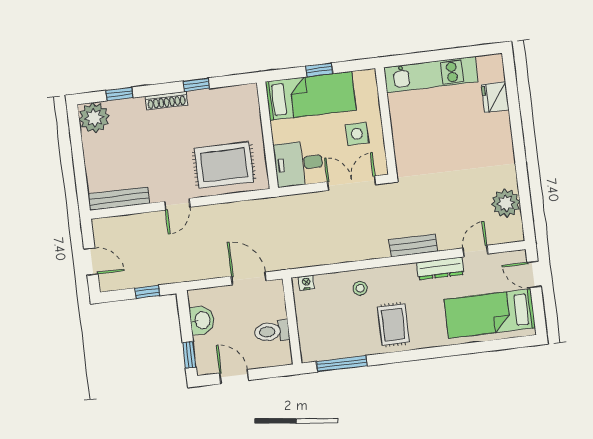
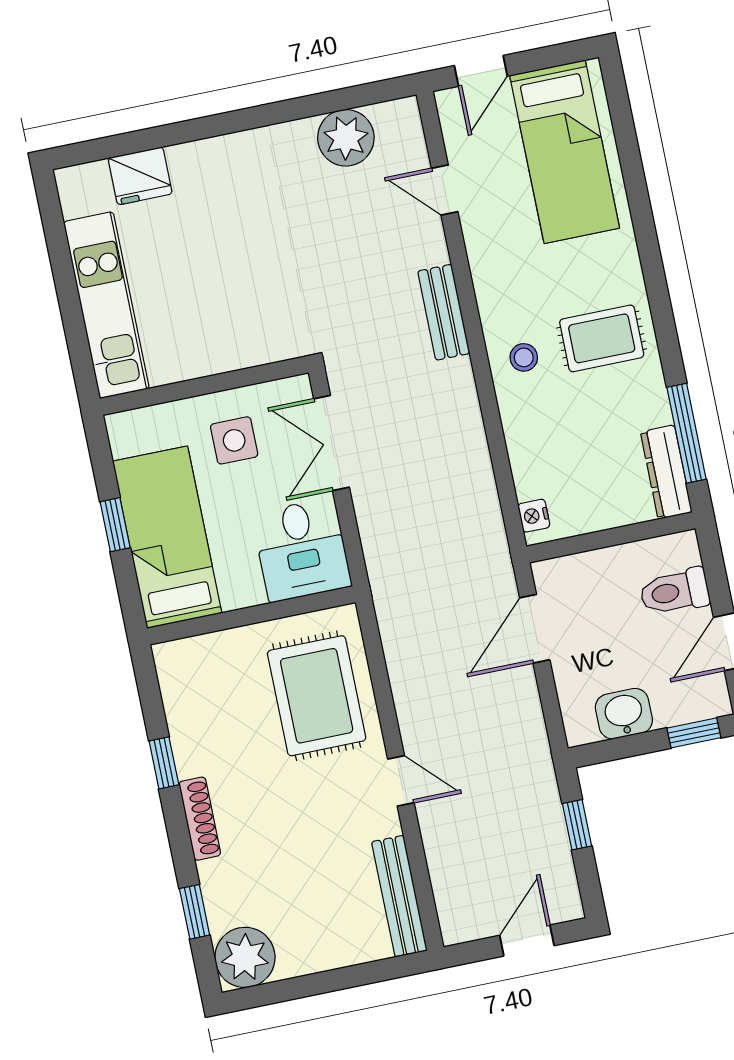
dresser: (440, 268) -> (666, 472), moved, turned 180
stool: (360, 288) -> (524, 357), moved
toilet: (272, 331) -> (675, 592), moved, turned 90

